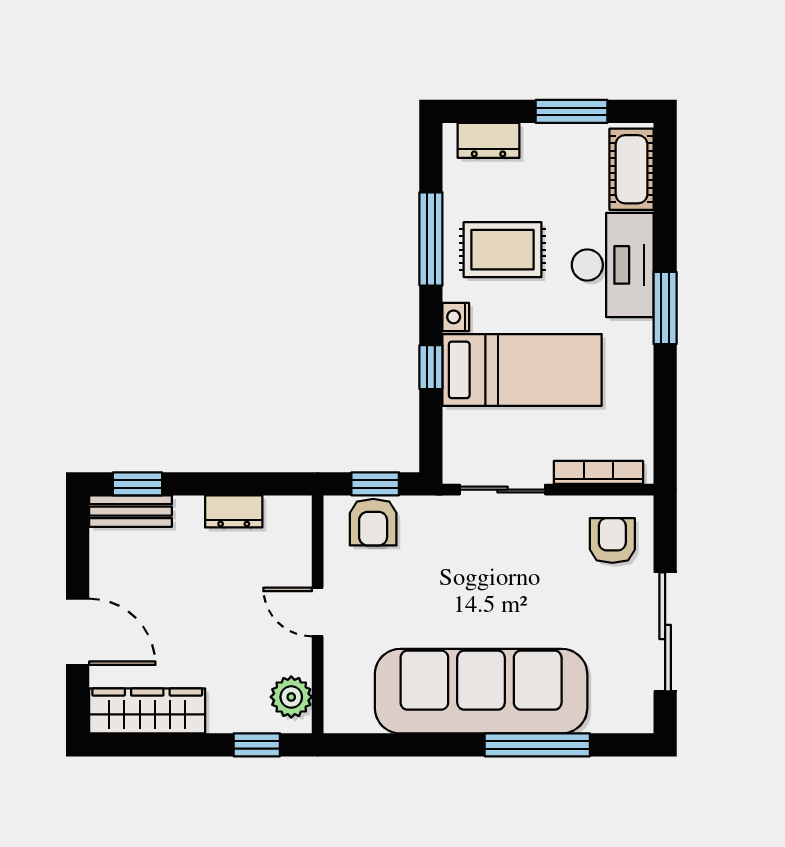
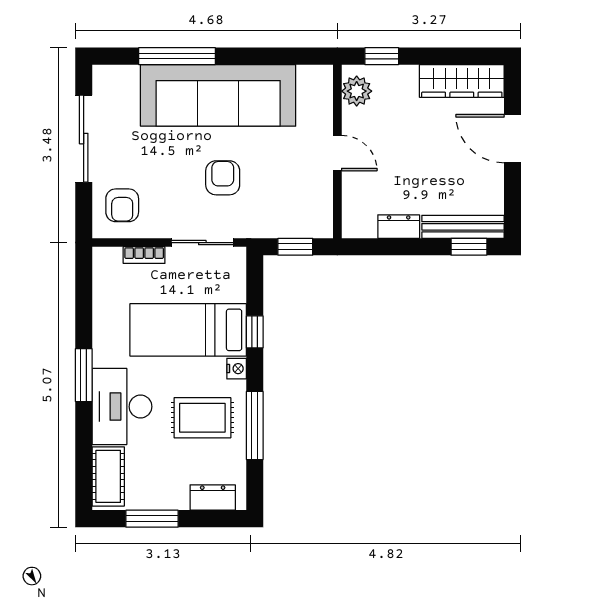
bookcase: (598, 472) -> (144, 255), width x0.64
bench: (131, 511) -> (463, 227), width x1.36
armchair: (373, 522) -> (223, 178), moved

